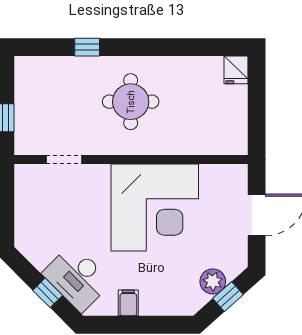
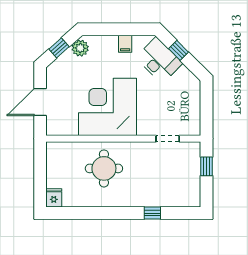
round table: (131, 102) -> (104, 168), moved
plant: (213, 281) -> (80, 48), moved

